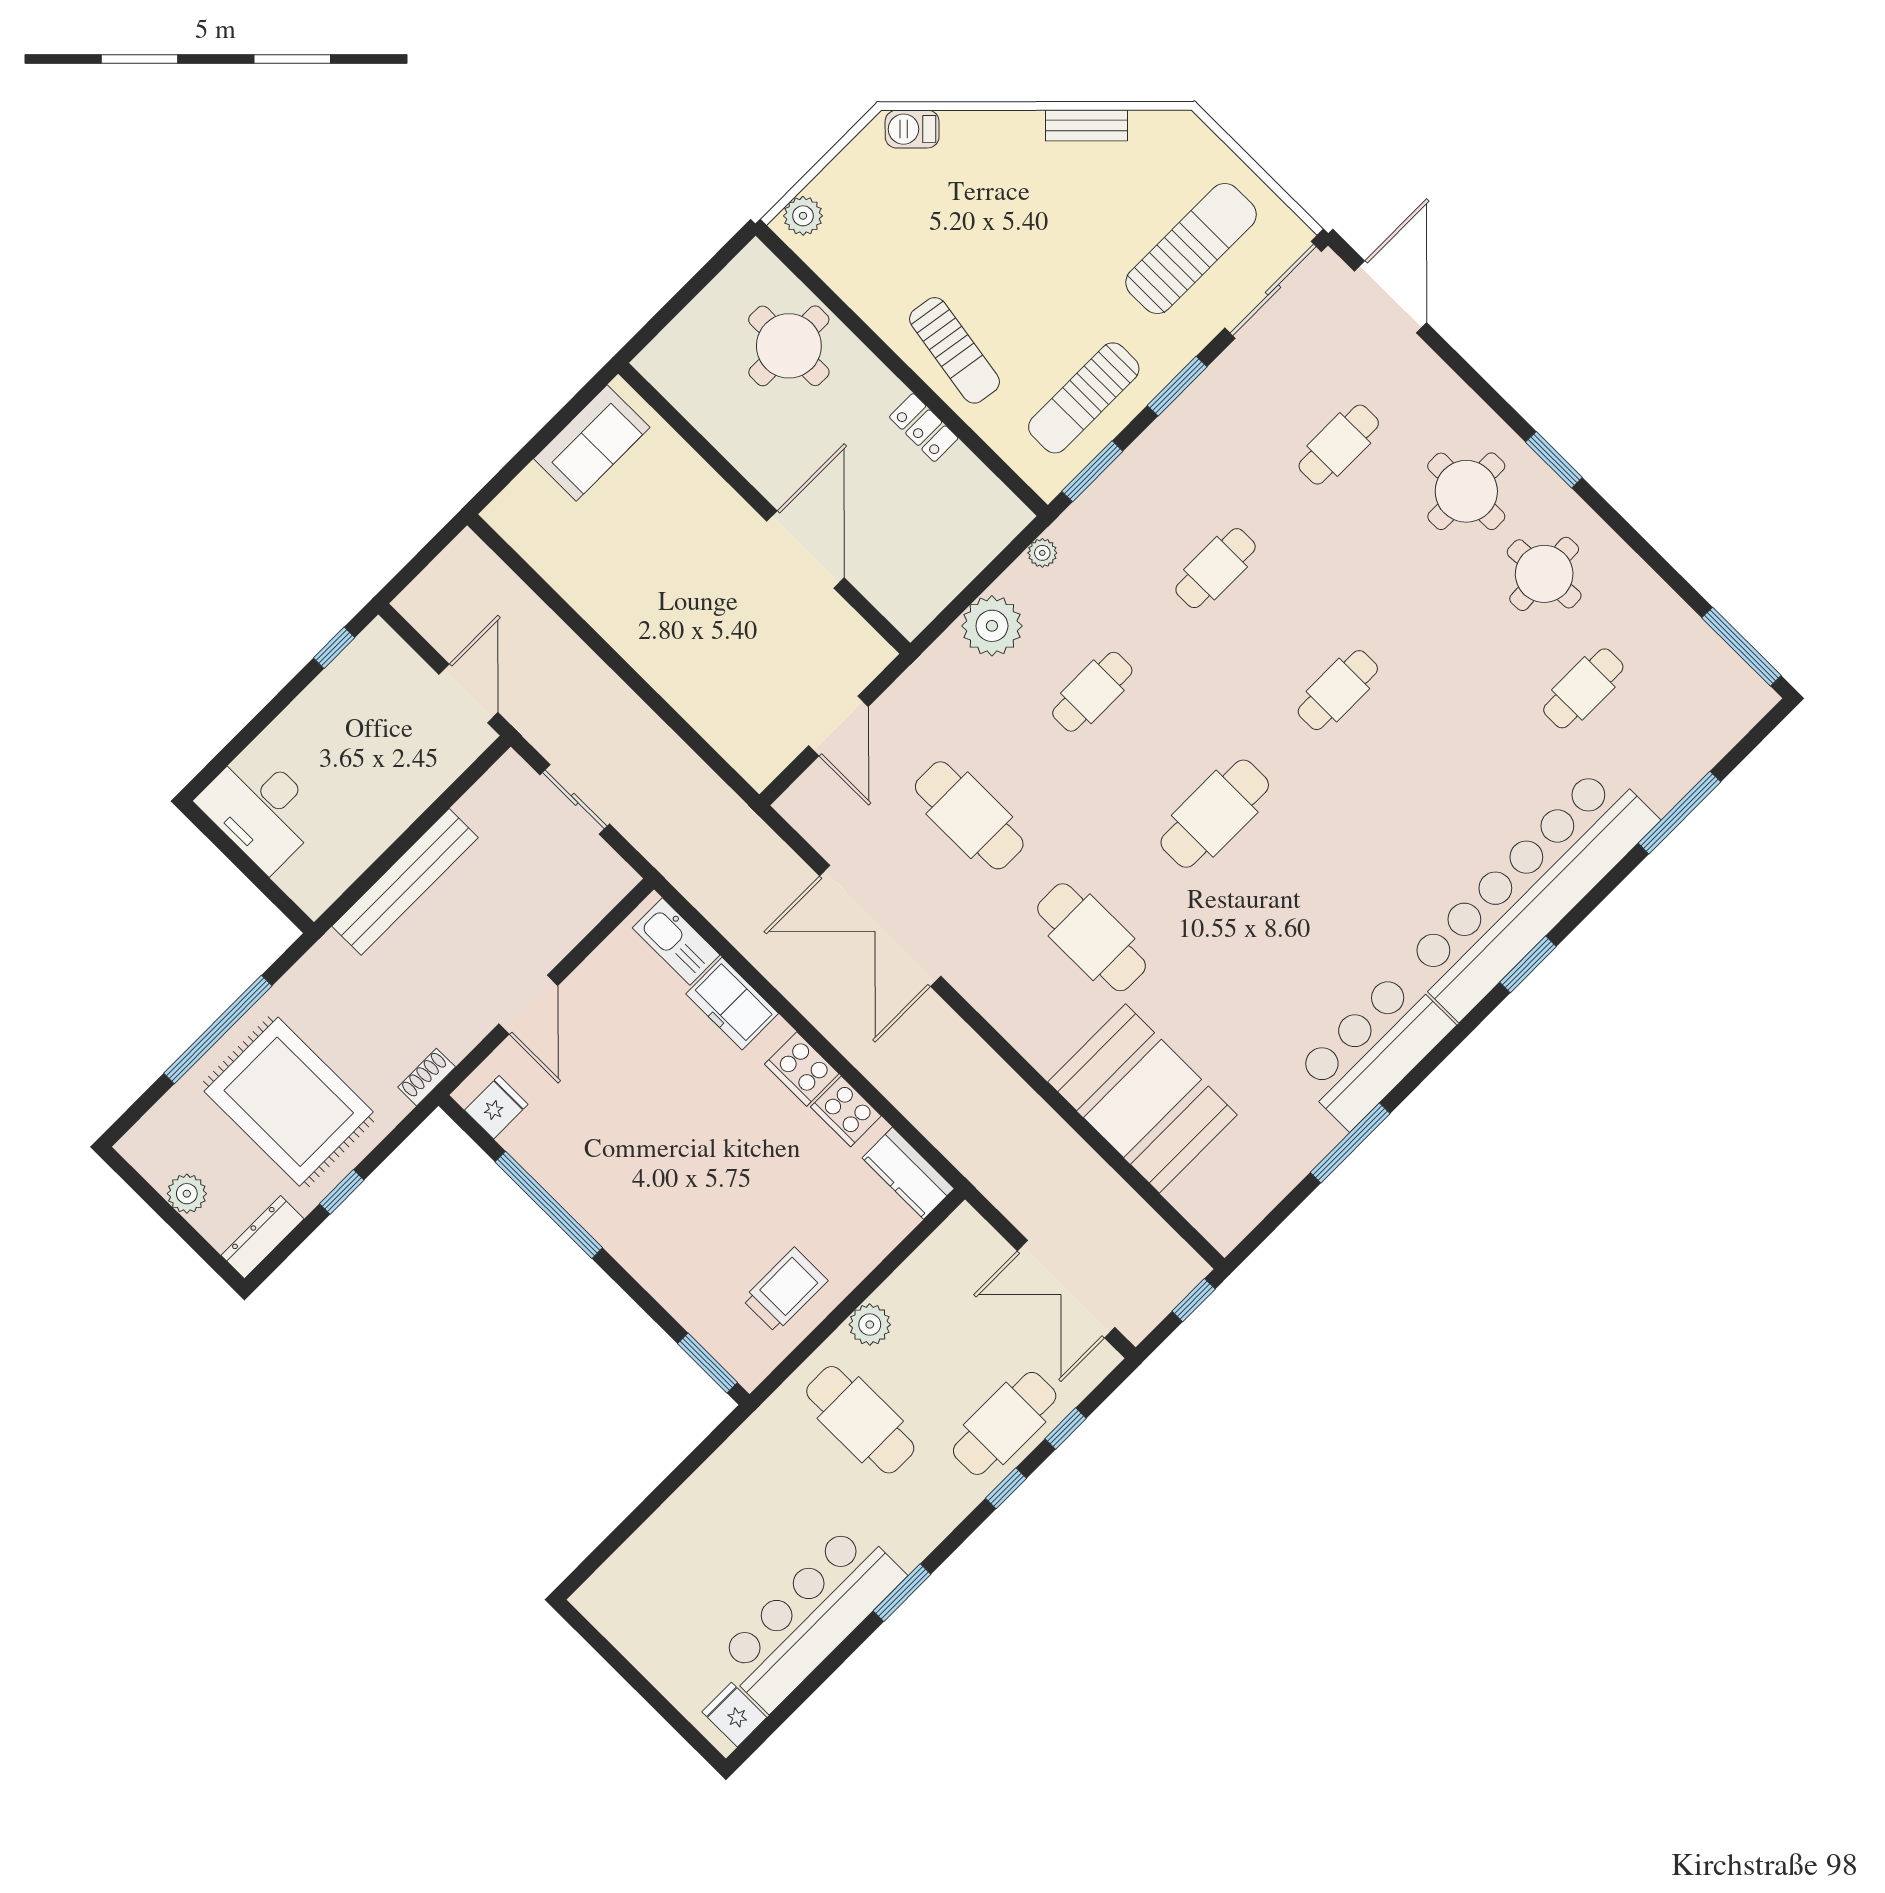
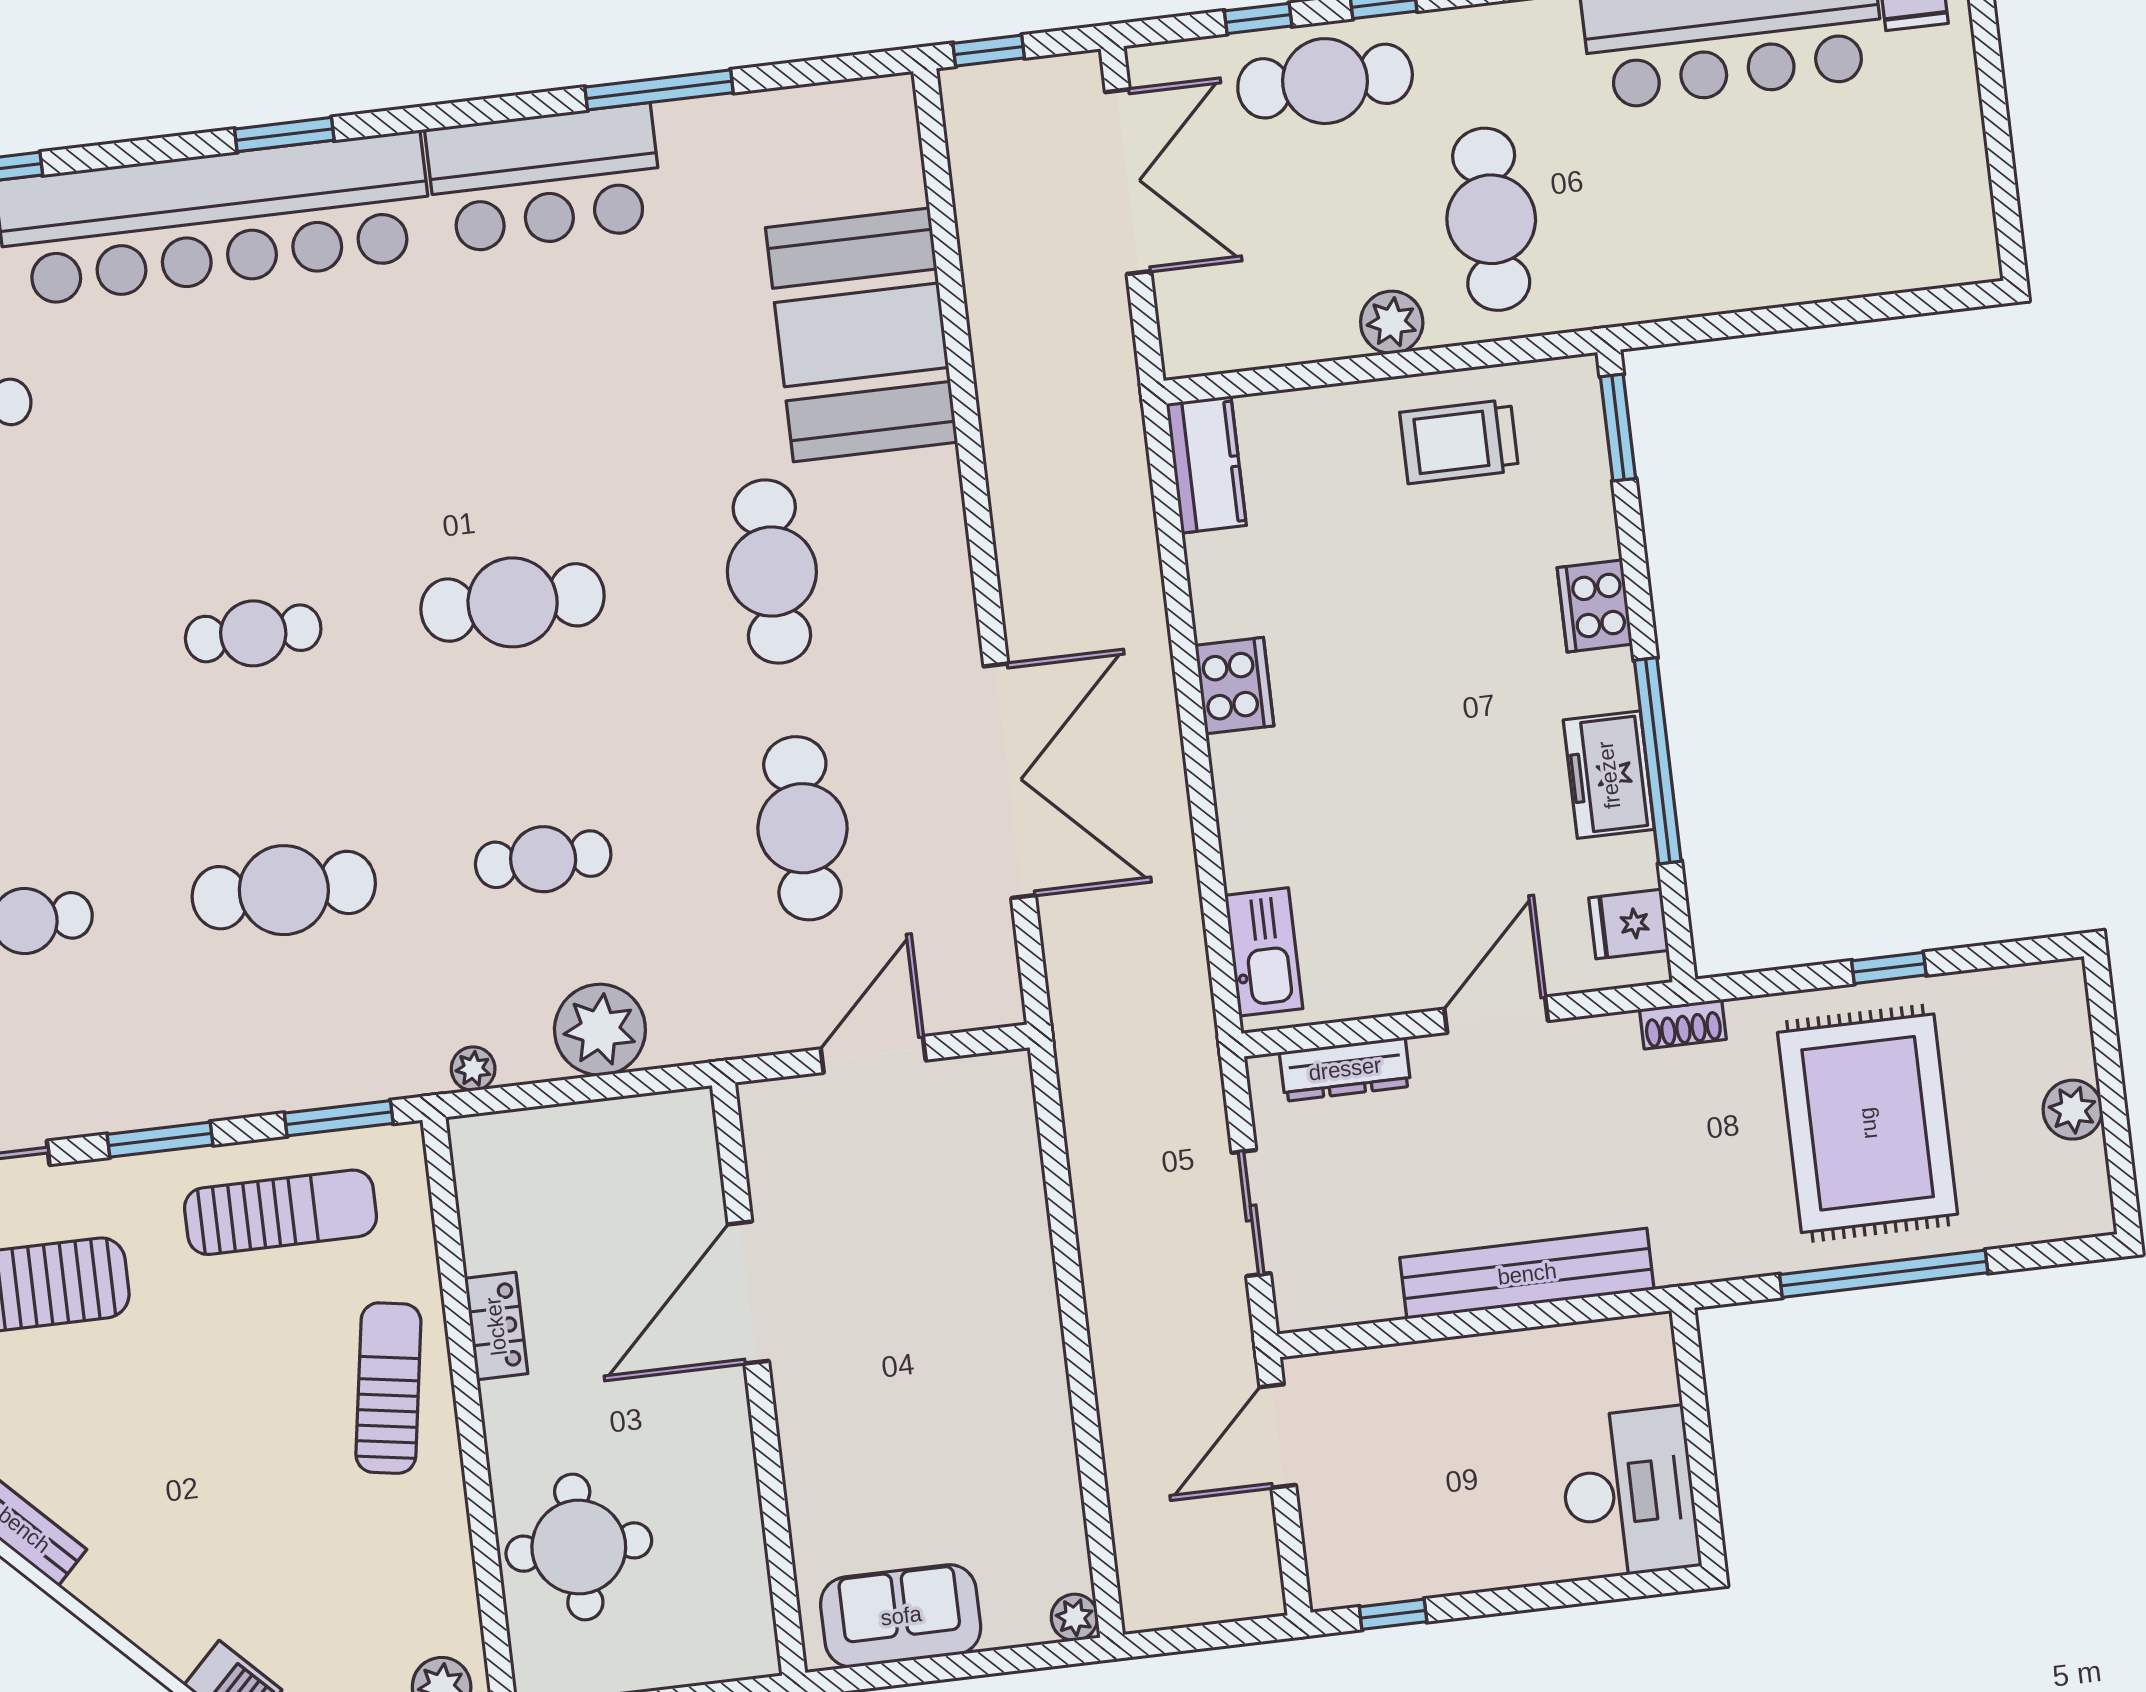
plant: (500, 514) -> (1074, 1617), added
cafe table: (1216, 568) -> (284, 890), width x1.37, depth x1.35
freezer: (732, 1004) -> (1609, 775), moved, turned 180
cooker: (846, 1111) -> (1595, 606), moved, turned 180
dresser: (263, 1237) -> (1345, 1069), moved

